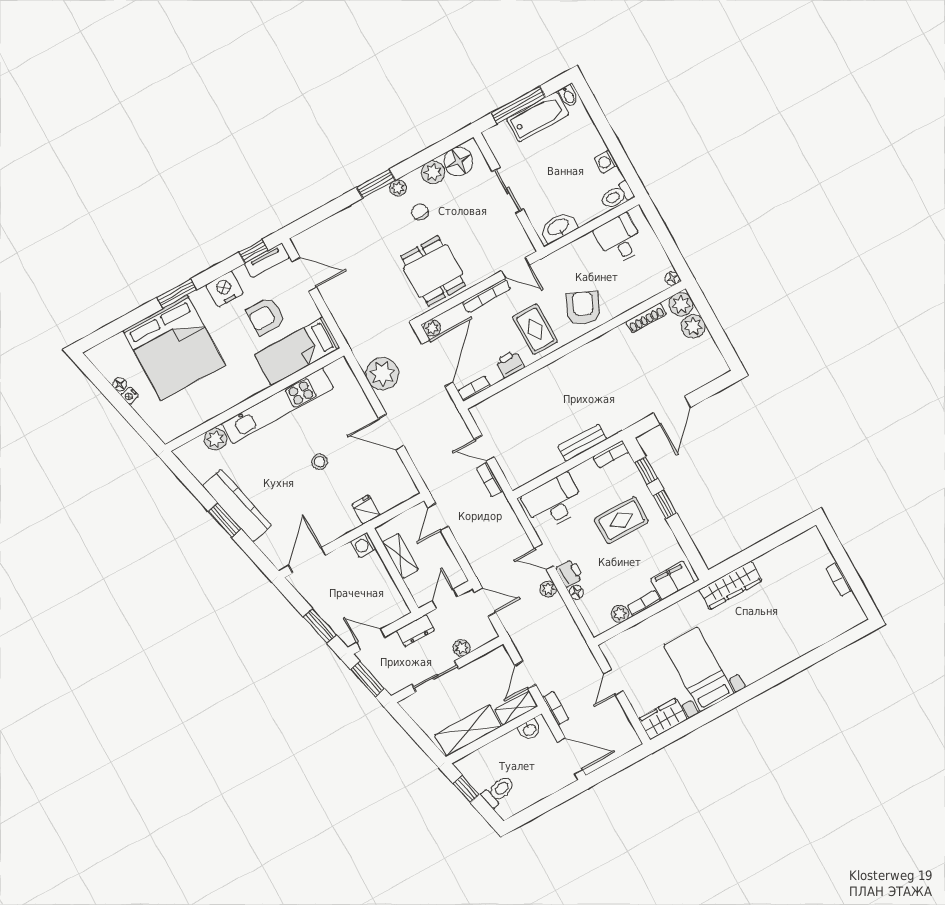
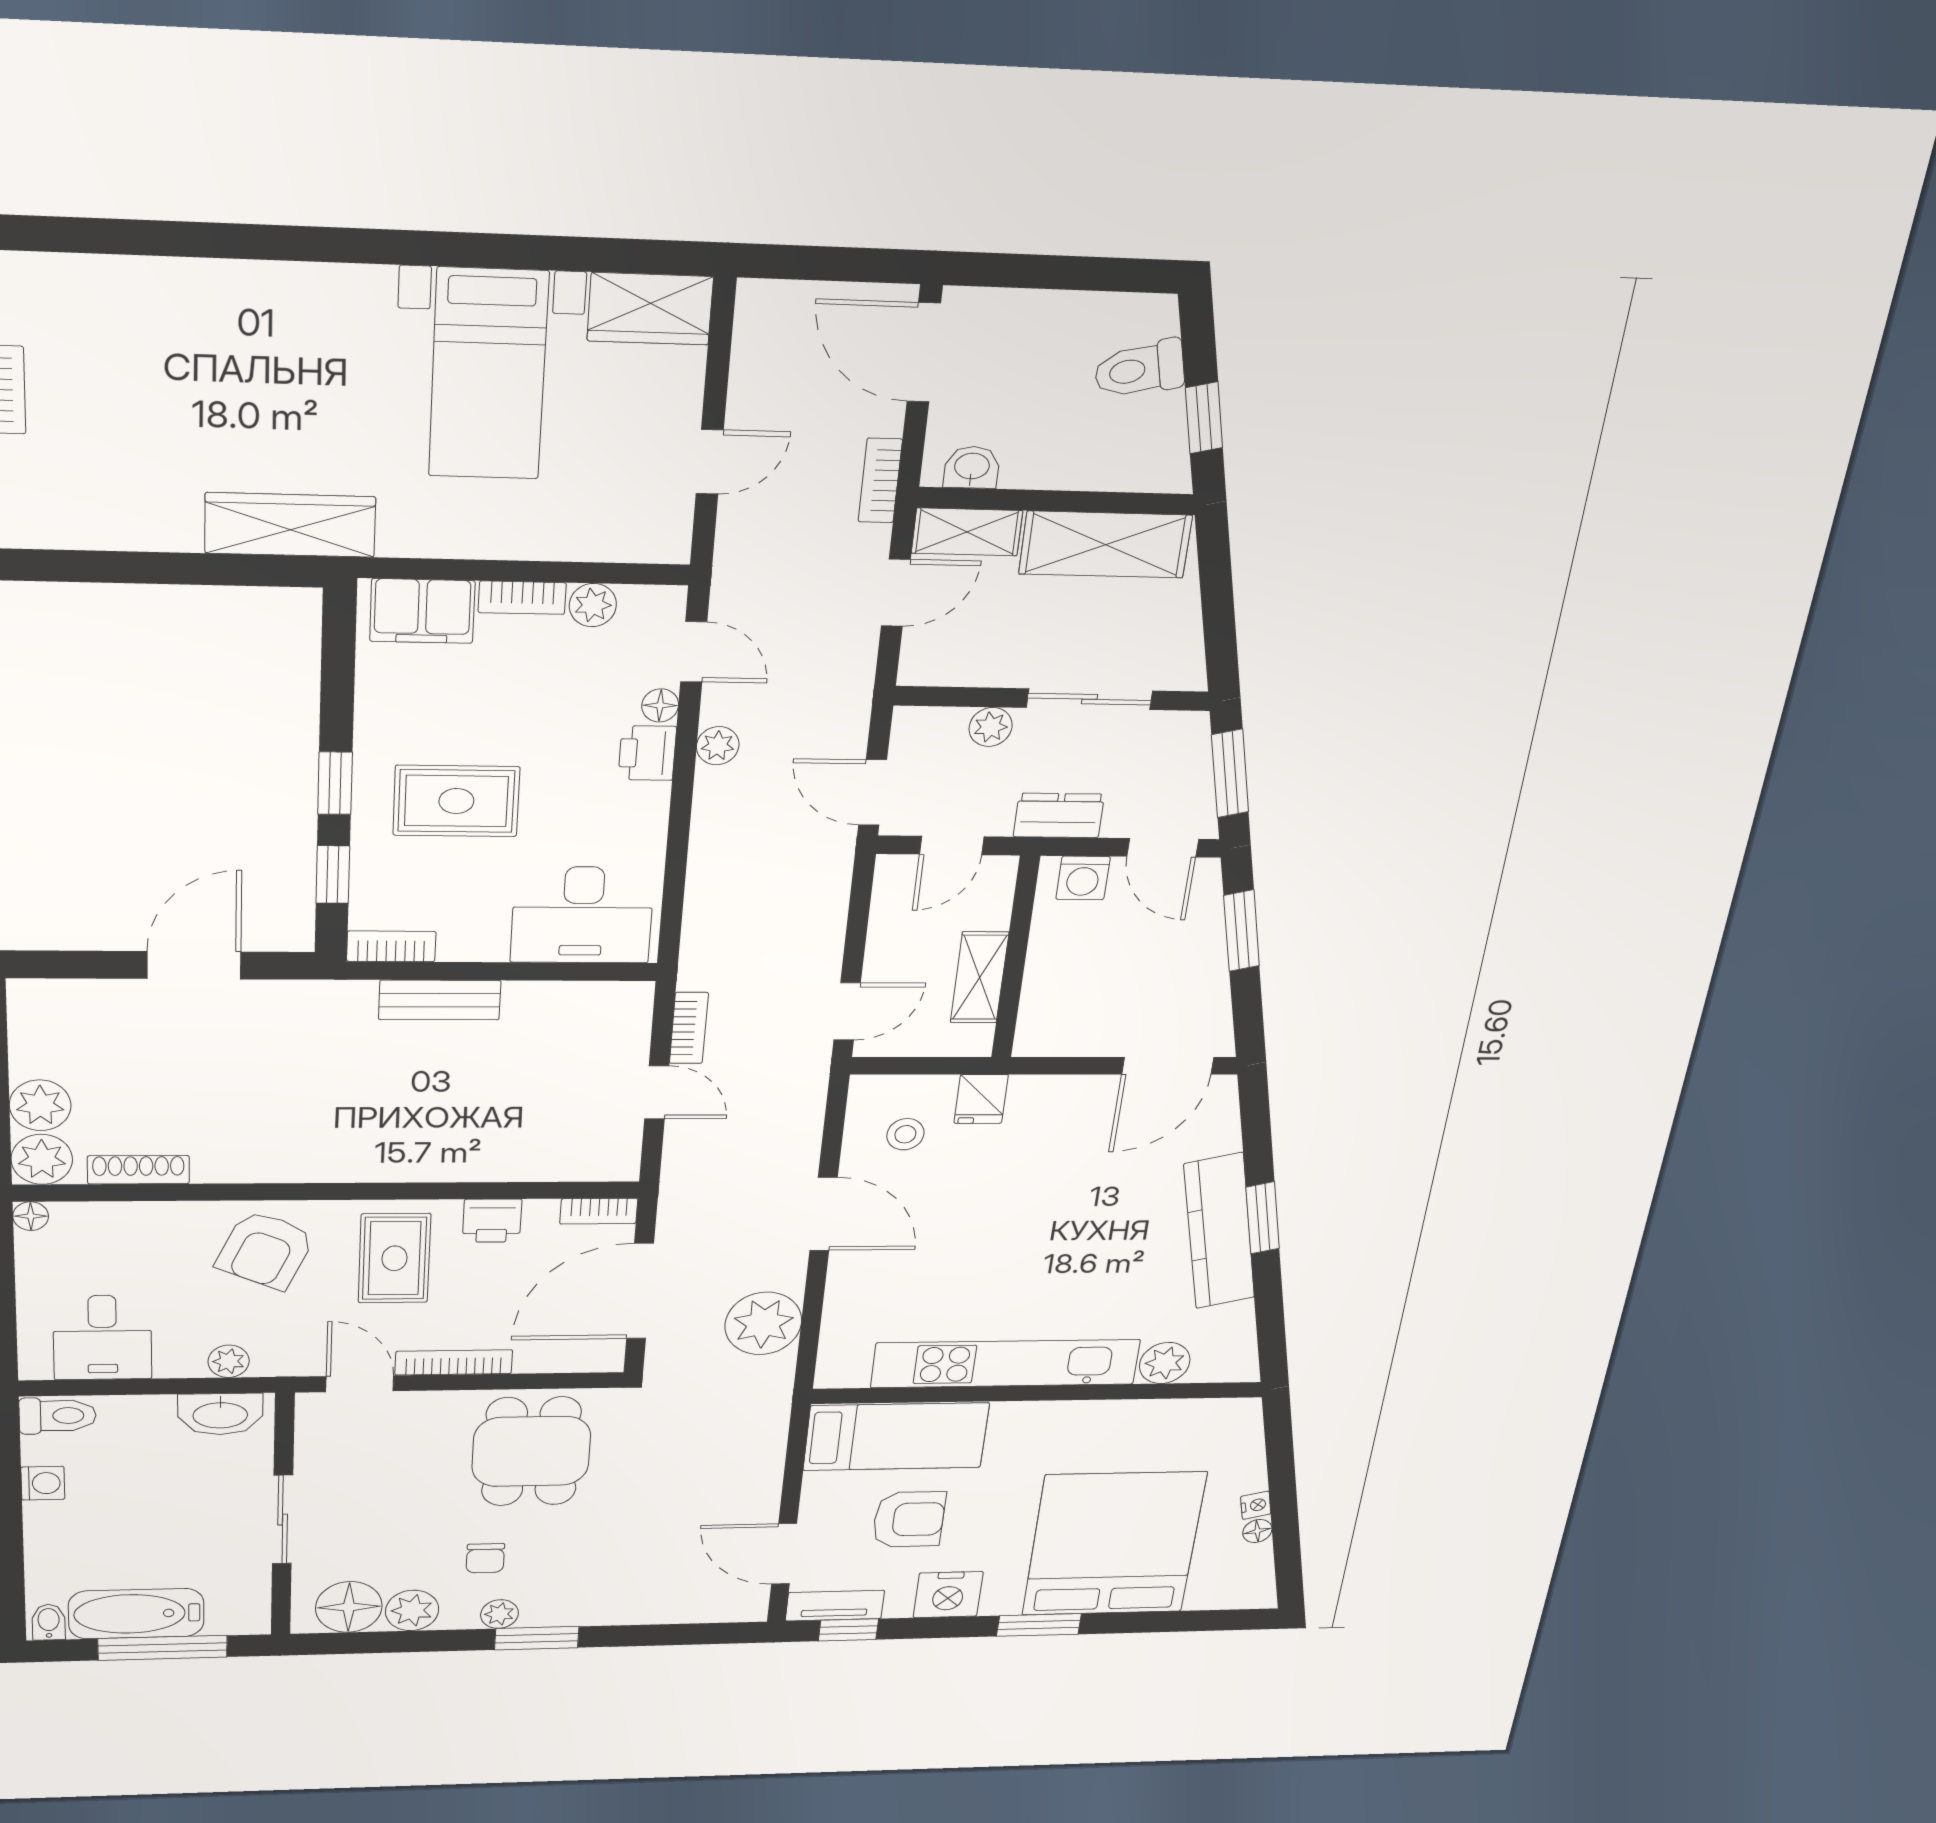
plant: (432, 328) -> (229, 1361), moved
stool: (320, 462) -> (905, 1134), moved
washing machine: (363, 545) -> (1083, 878), moved, turned 90
door: (544, 557) -> (694, 652), moved

